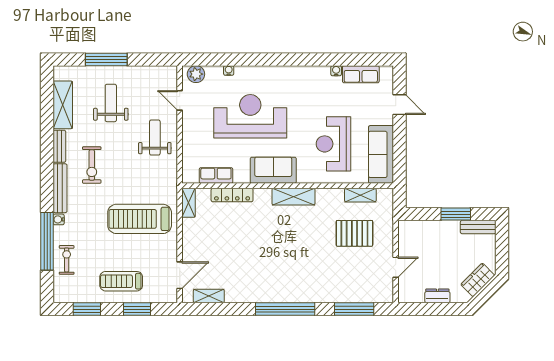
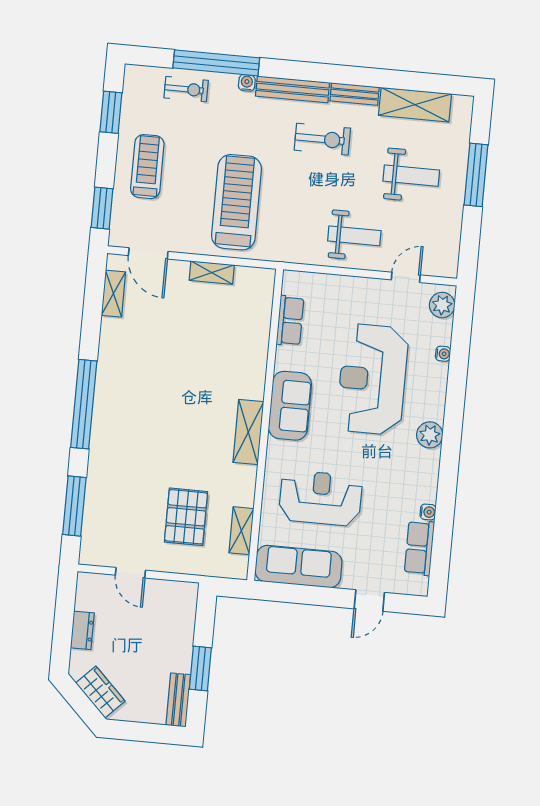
plant: (284, 74) -> (430, 435), added
reception desk: (250, 116) -> (372, 379), turned 180
exercise bike: (92, 165) -> (322, 139), turned 180
locker: (232, 195) -> (259, 342), removed
shelving: (189, 203) -> (212, 273), moved
window: (137, 309) -> (102, 208), moved

